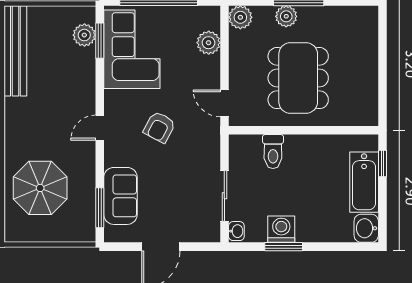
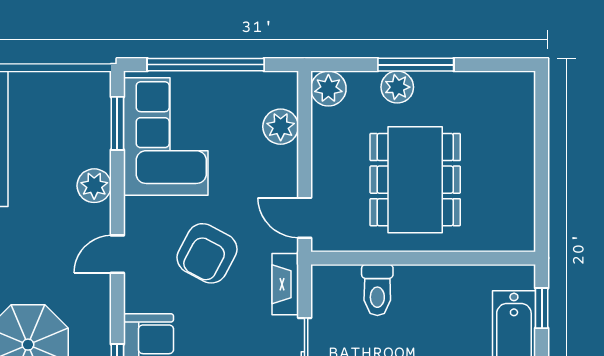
plant: (84, 35) -> (94, 186), moved
armchair: (159, 127) -> (207, 253), width x1.38, depth x1.38
fireplace: (212, 148) -> (285, 284), added

